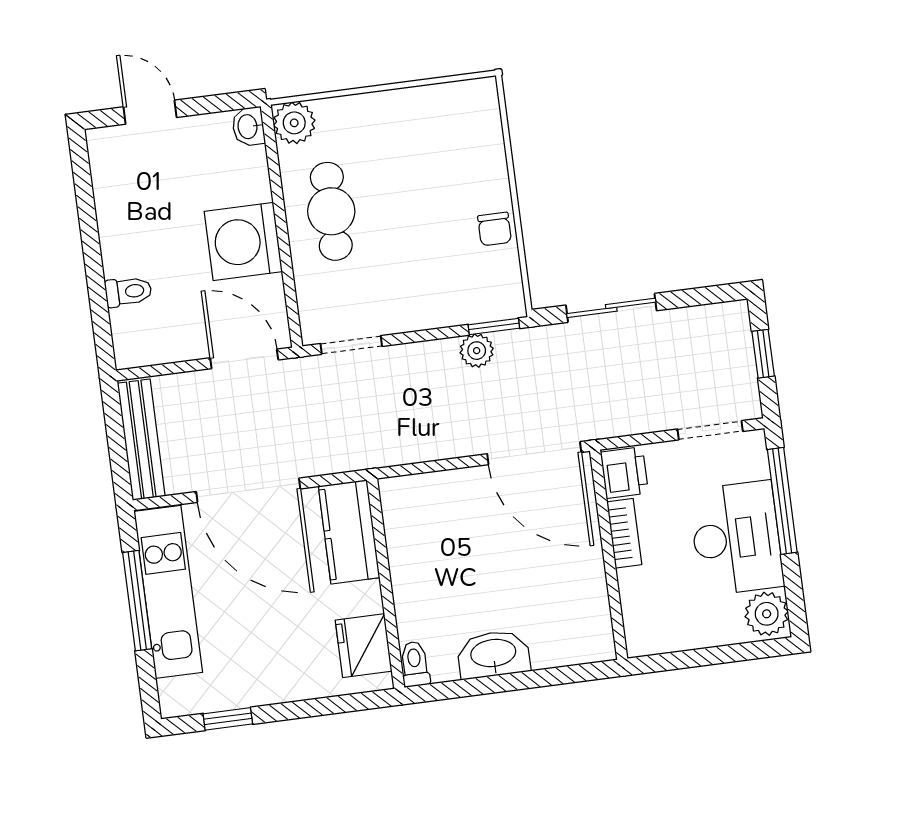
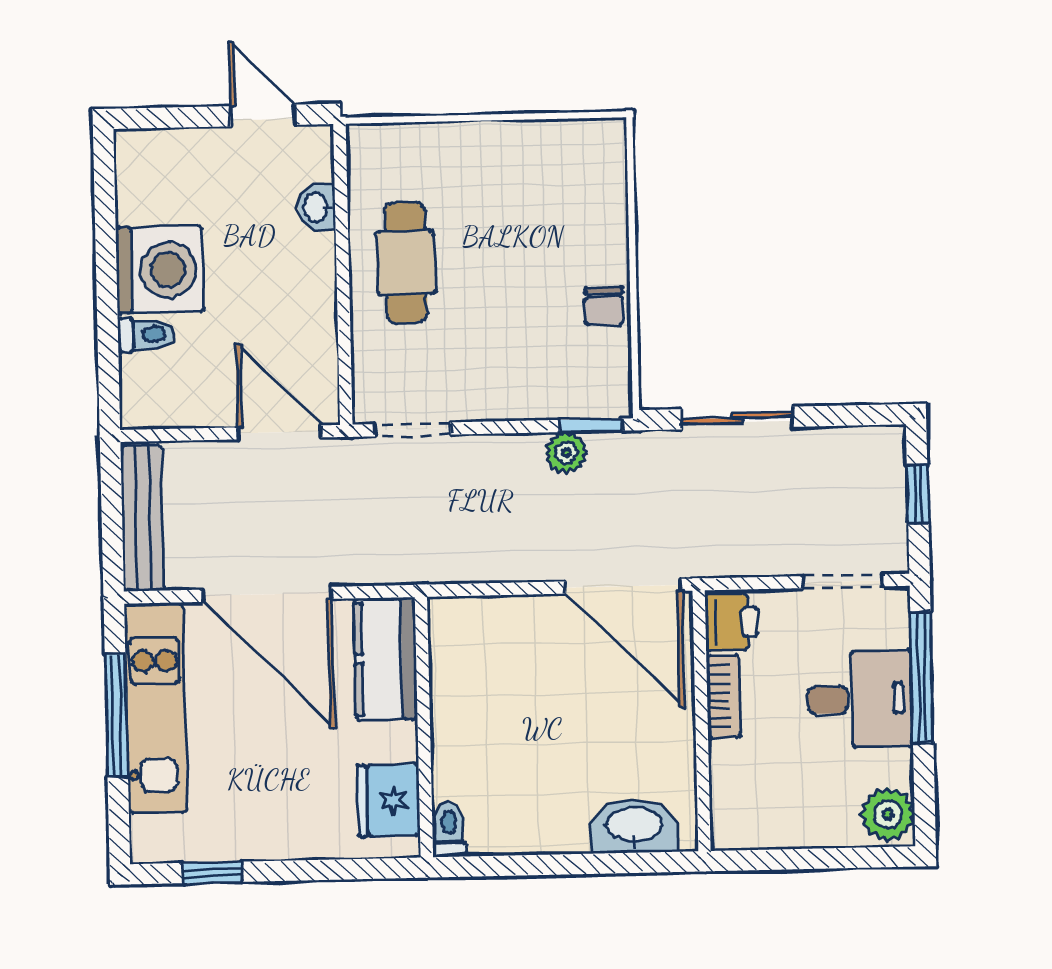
door: (150, 112) -> (263, 115), moved
plant: (294, 123) -> (372, 149), removed
washbasin: (248, 127) -> (317, 207), moved
washing machine: (243, 241) -> (160, 270), moved, turned 180
desk: (736, 538) -> (860, 699), width x0.73
washbasin: (493, 654) -> (634, 826), moved

